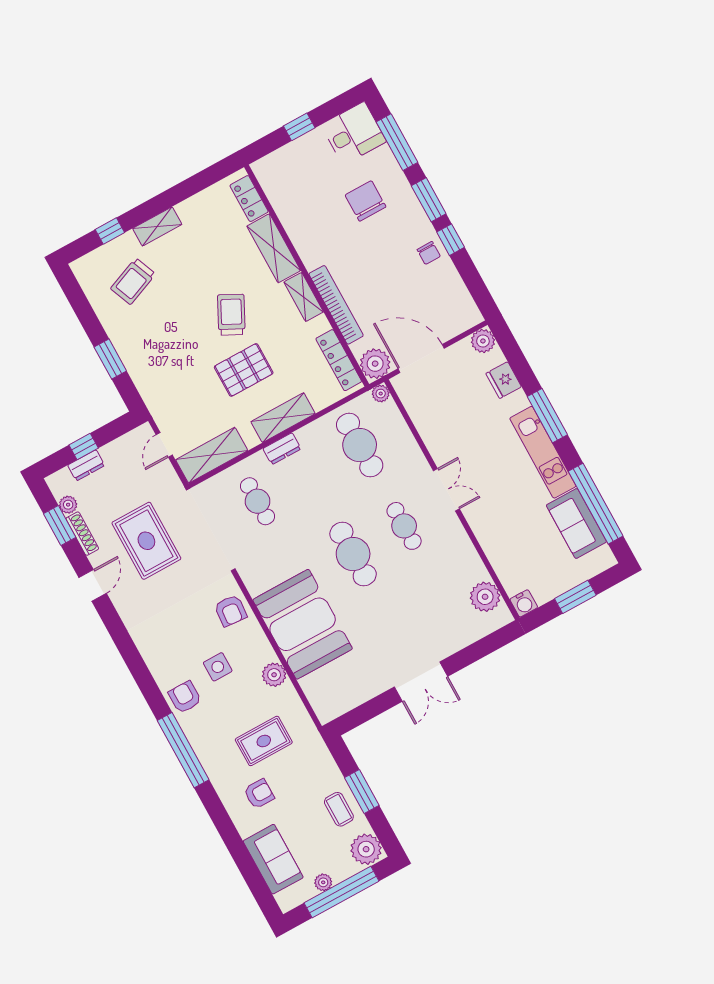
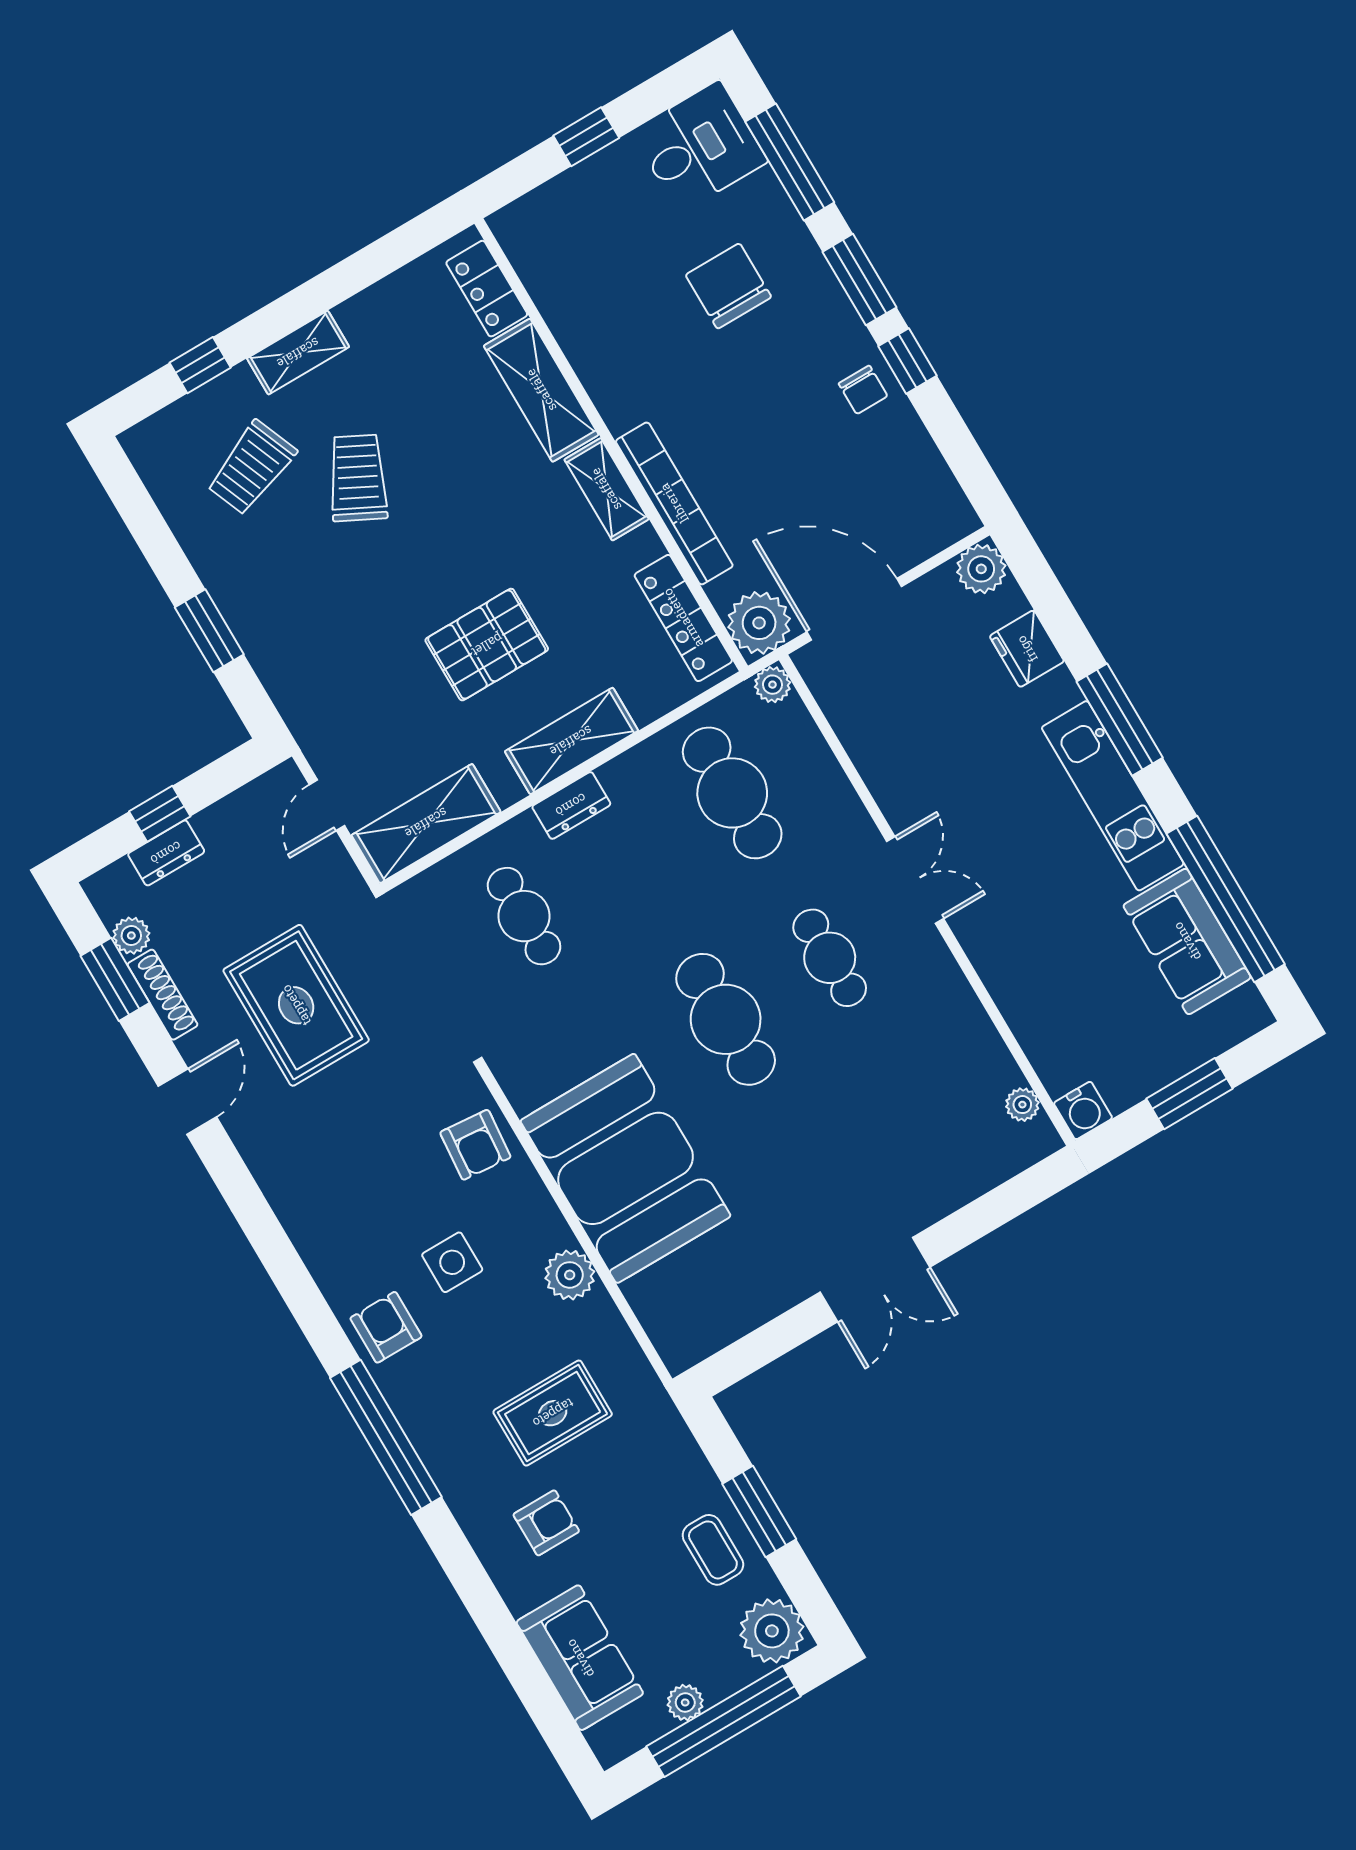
trolley: (231, 315) -> (358, 478), moved
plant: (485, 597) -> (1022, 1105), width x0.53, depth x0.53

